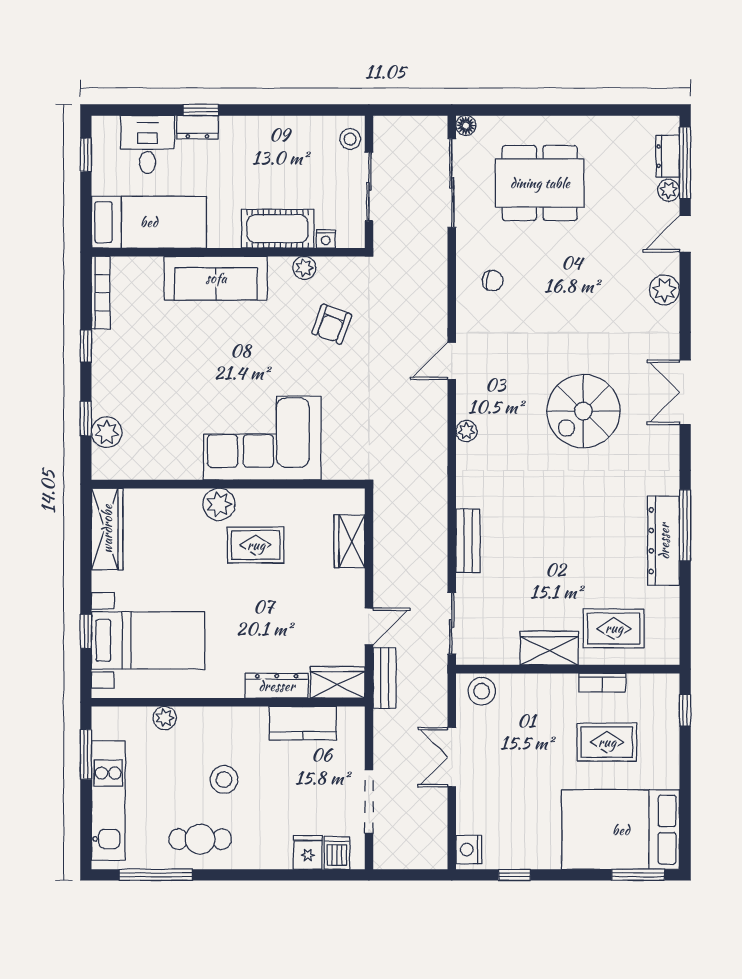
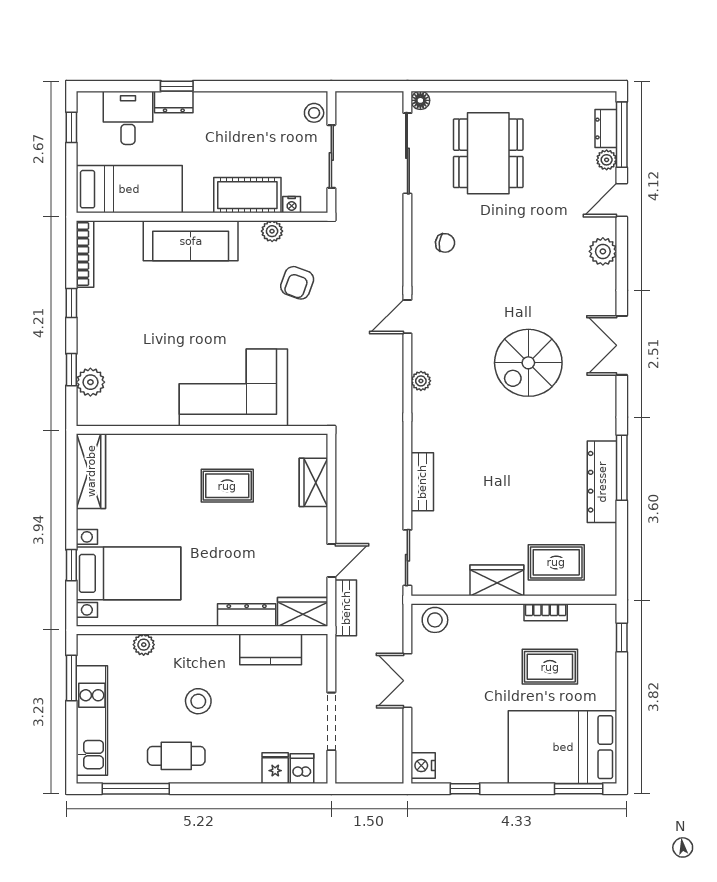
dining table: (540, 183) -> (488, 153), turned 90
plant: (219, 504) -> (194, 448), removed

